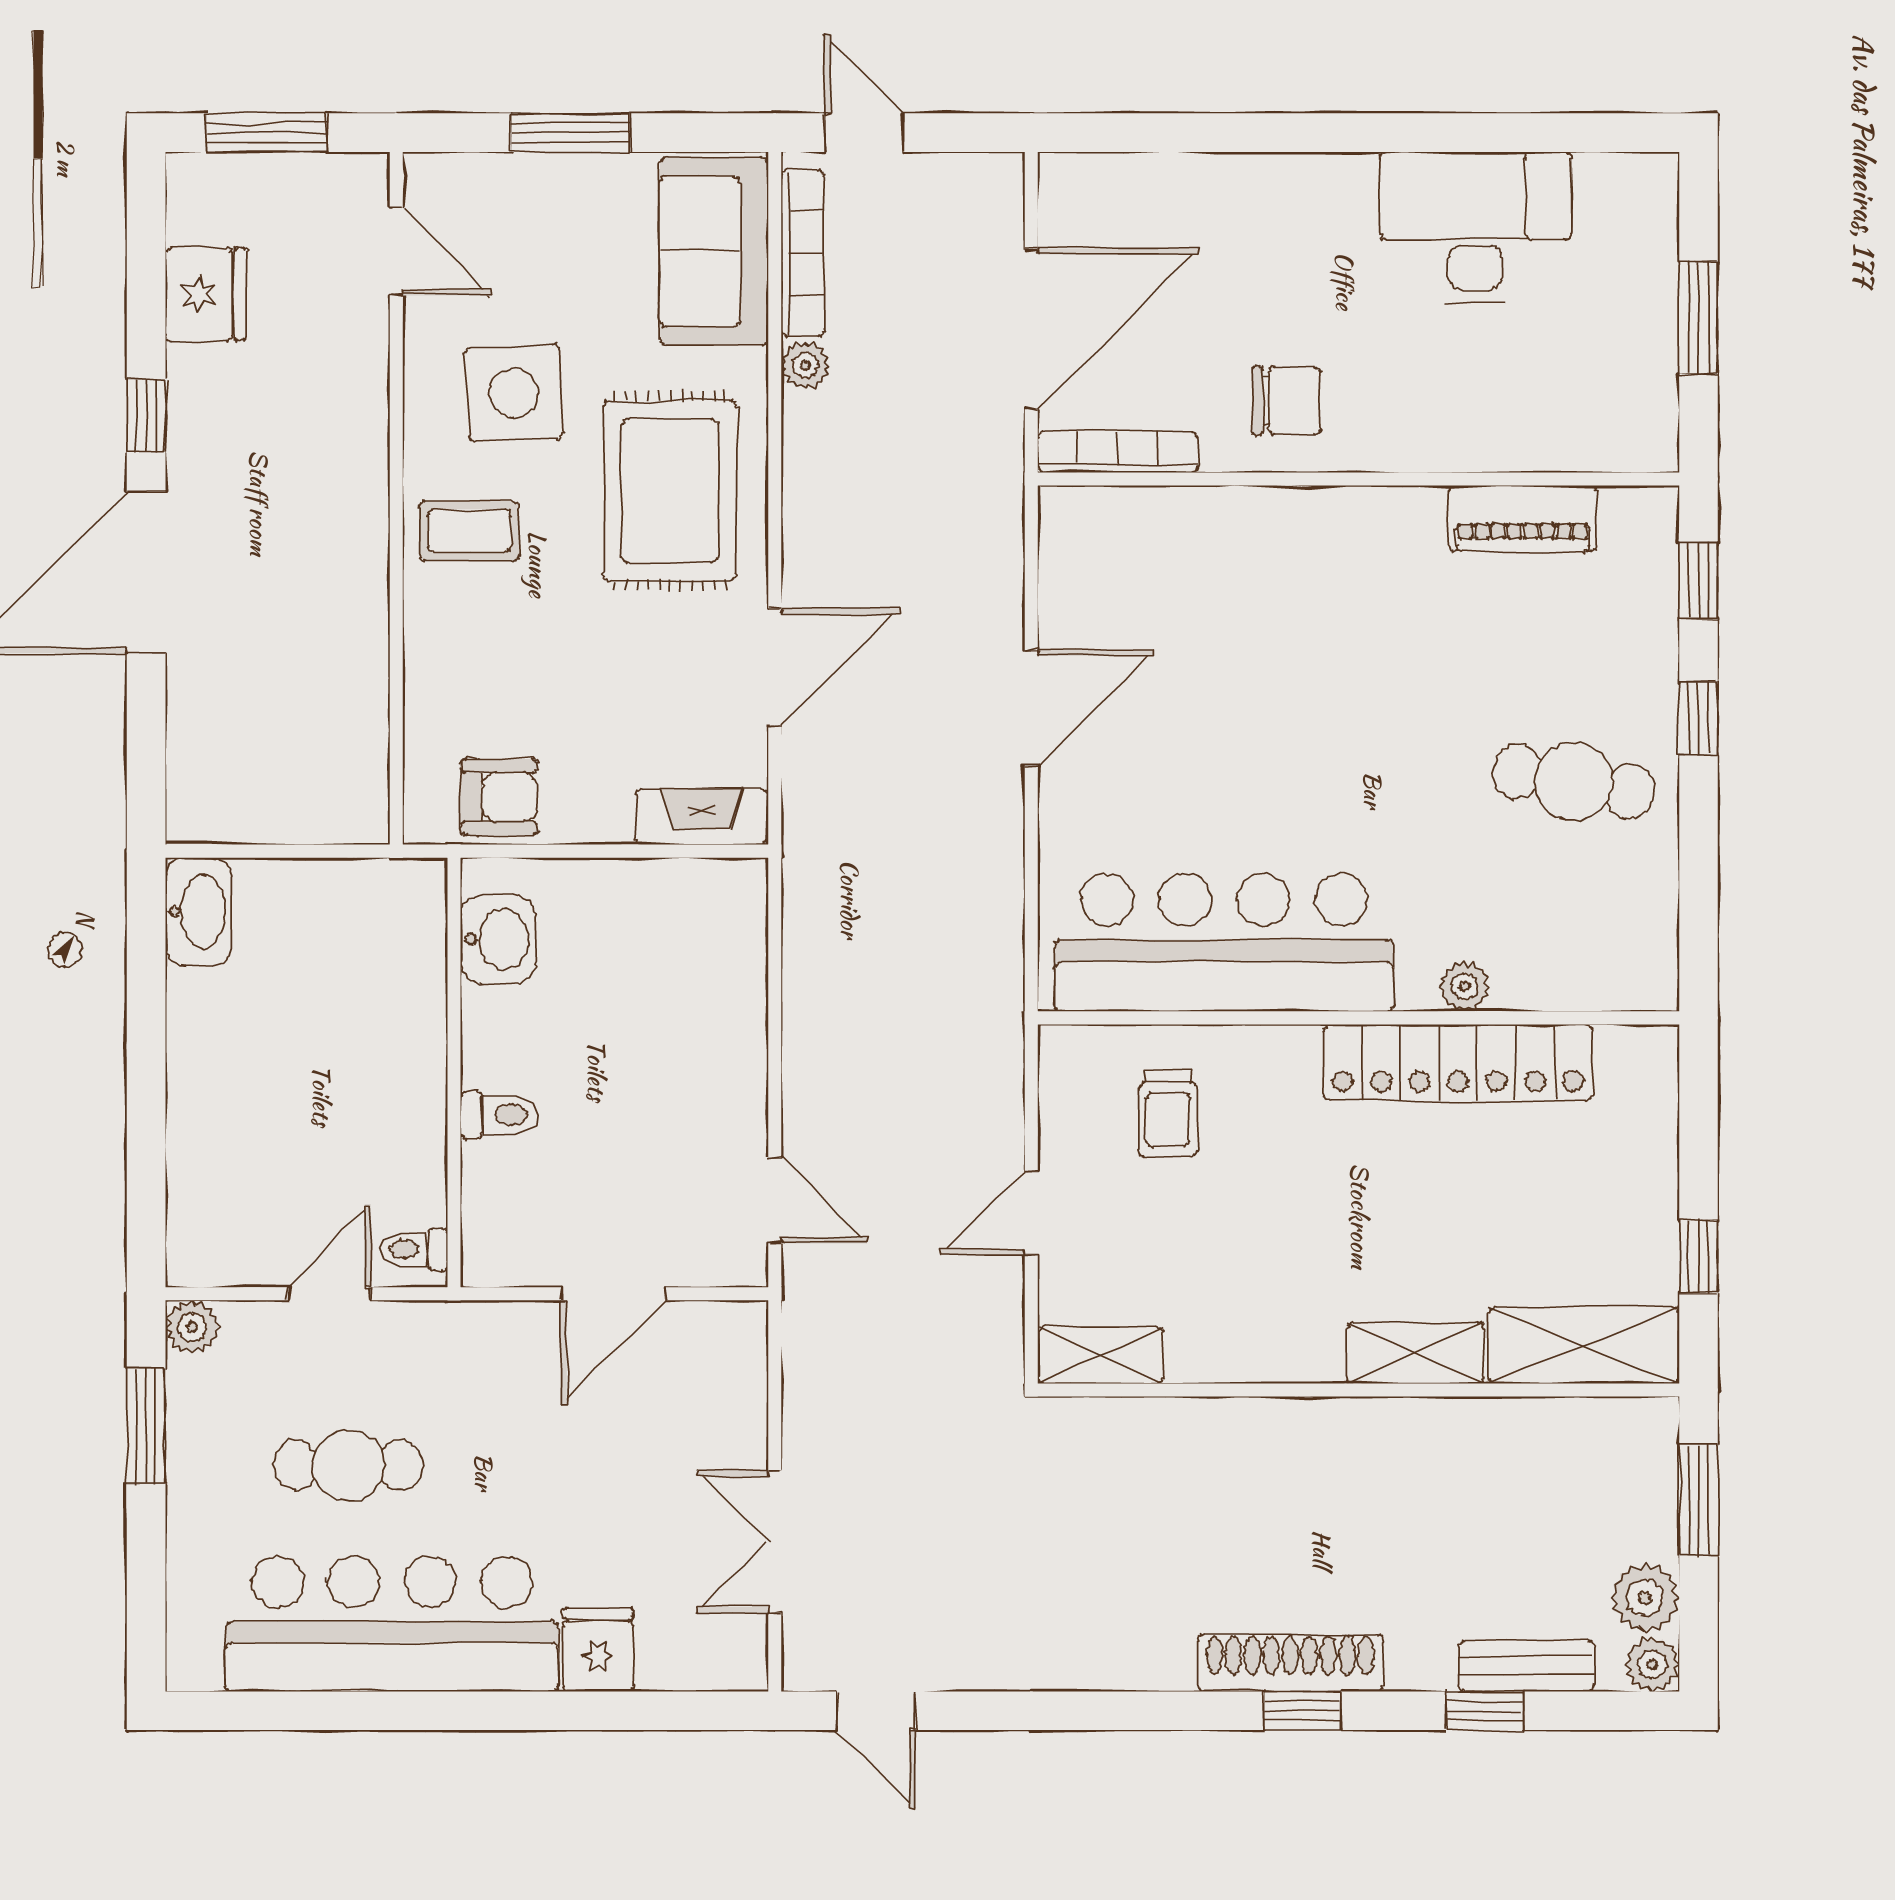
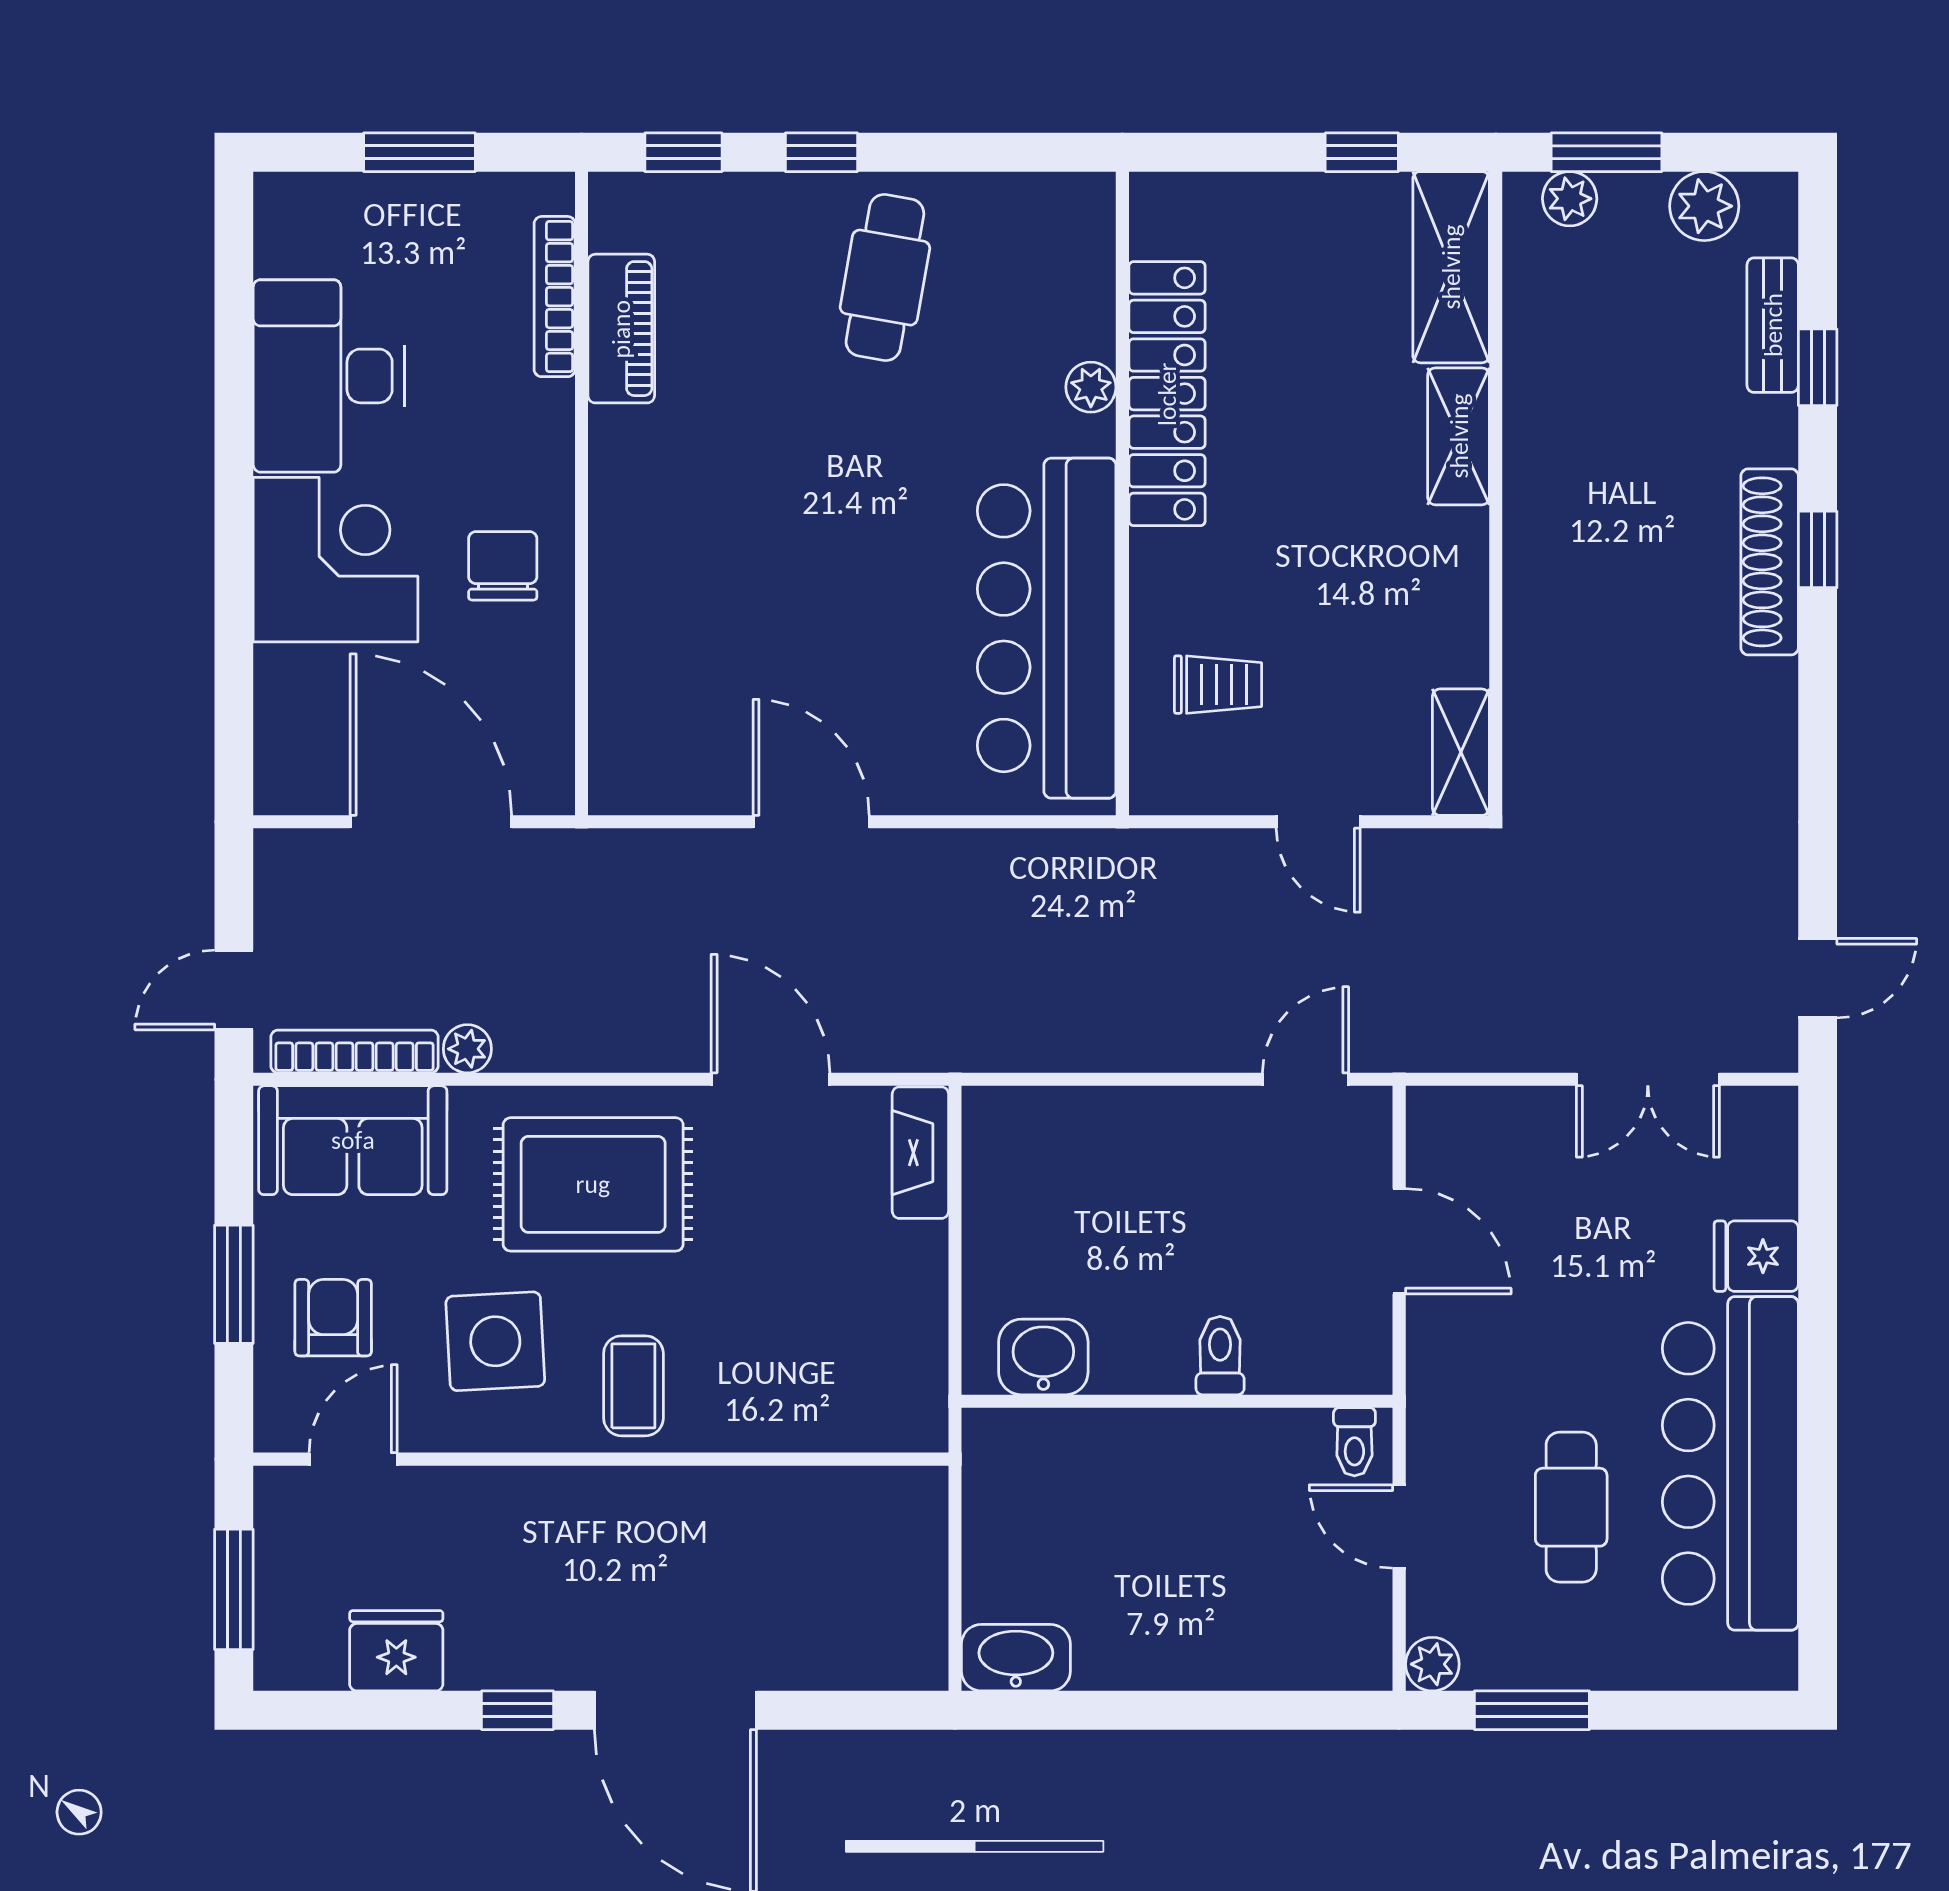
corner desk: (1293, 234) -> (336, 560), added
bookcase: (1118, 452) -> (555, 297), moved
armchair: (499, 797) -> (333, 1318), moved
plant: (1652, 1664) -> (1570, 199), moved

